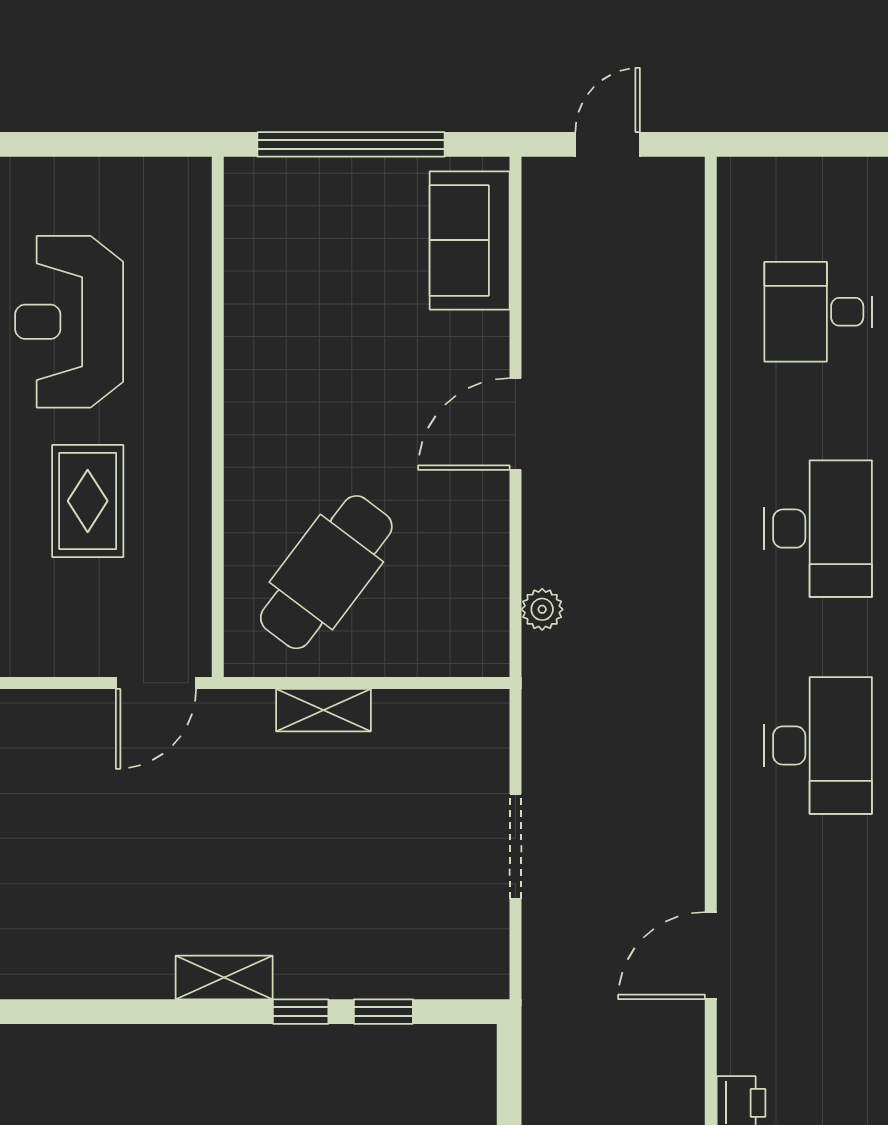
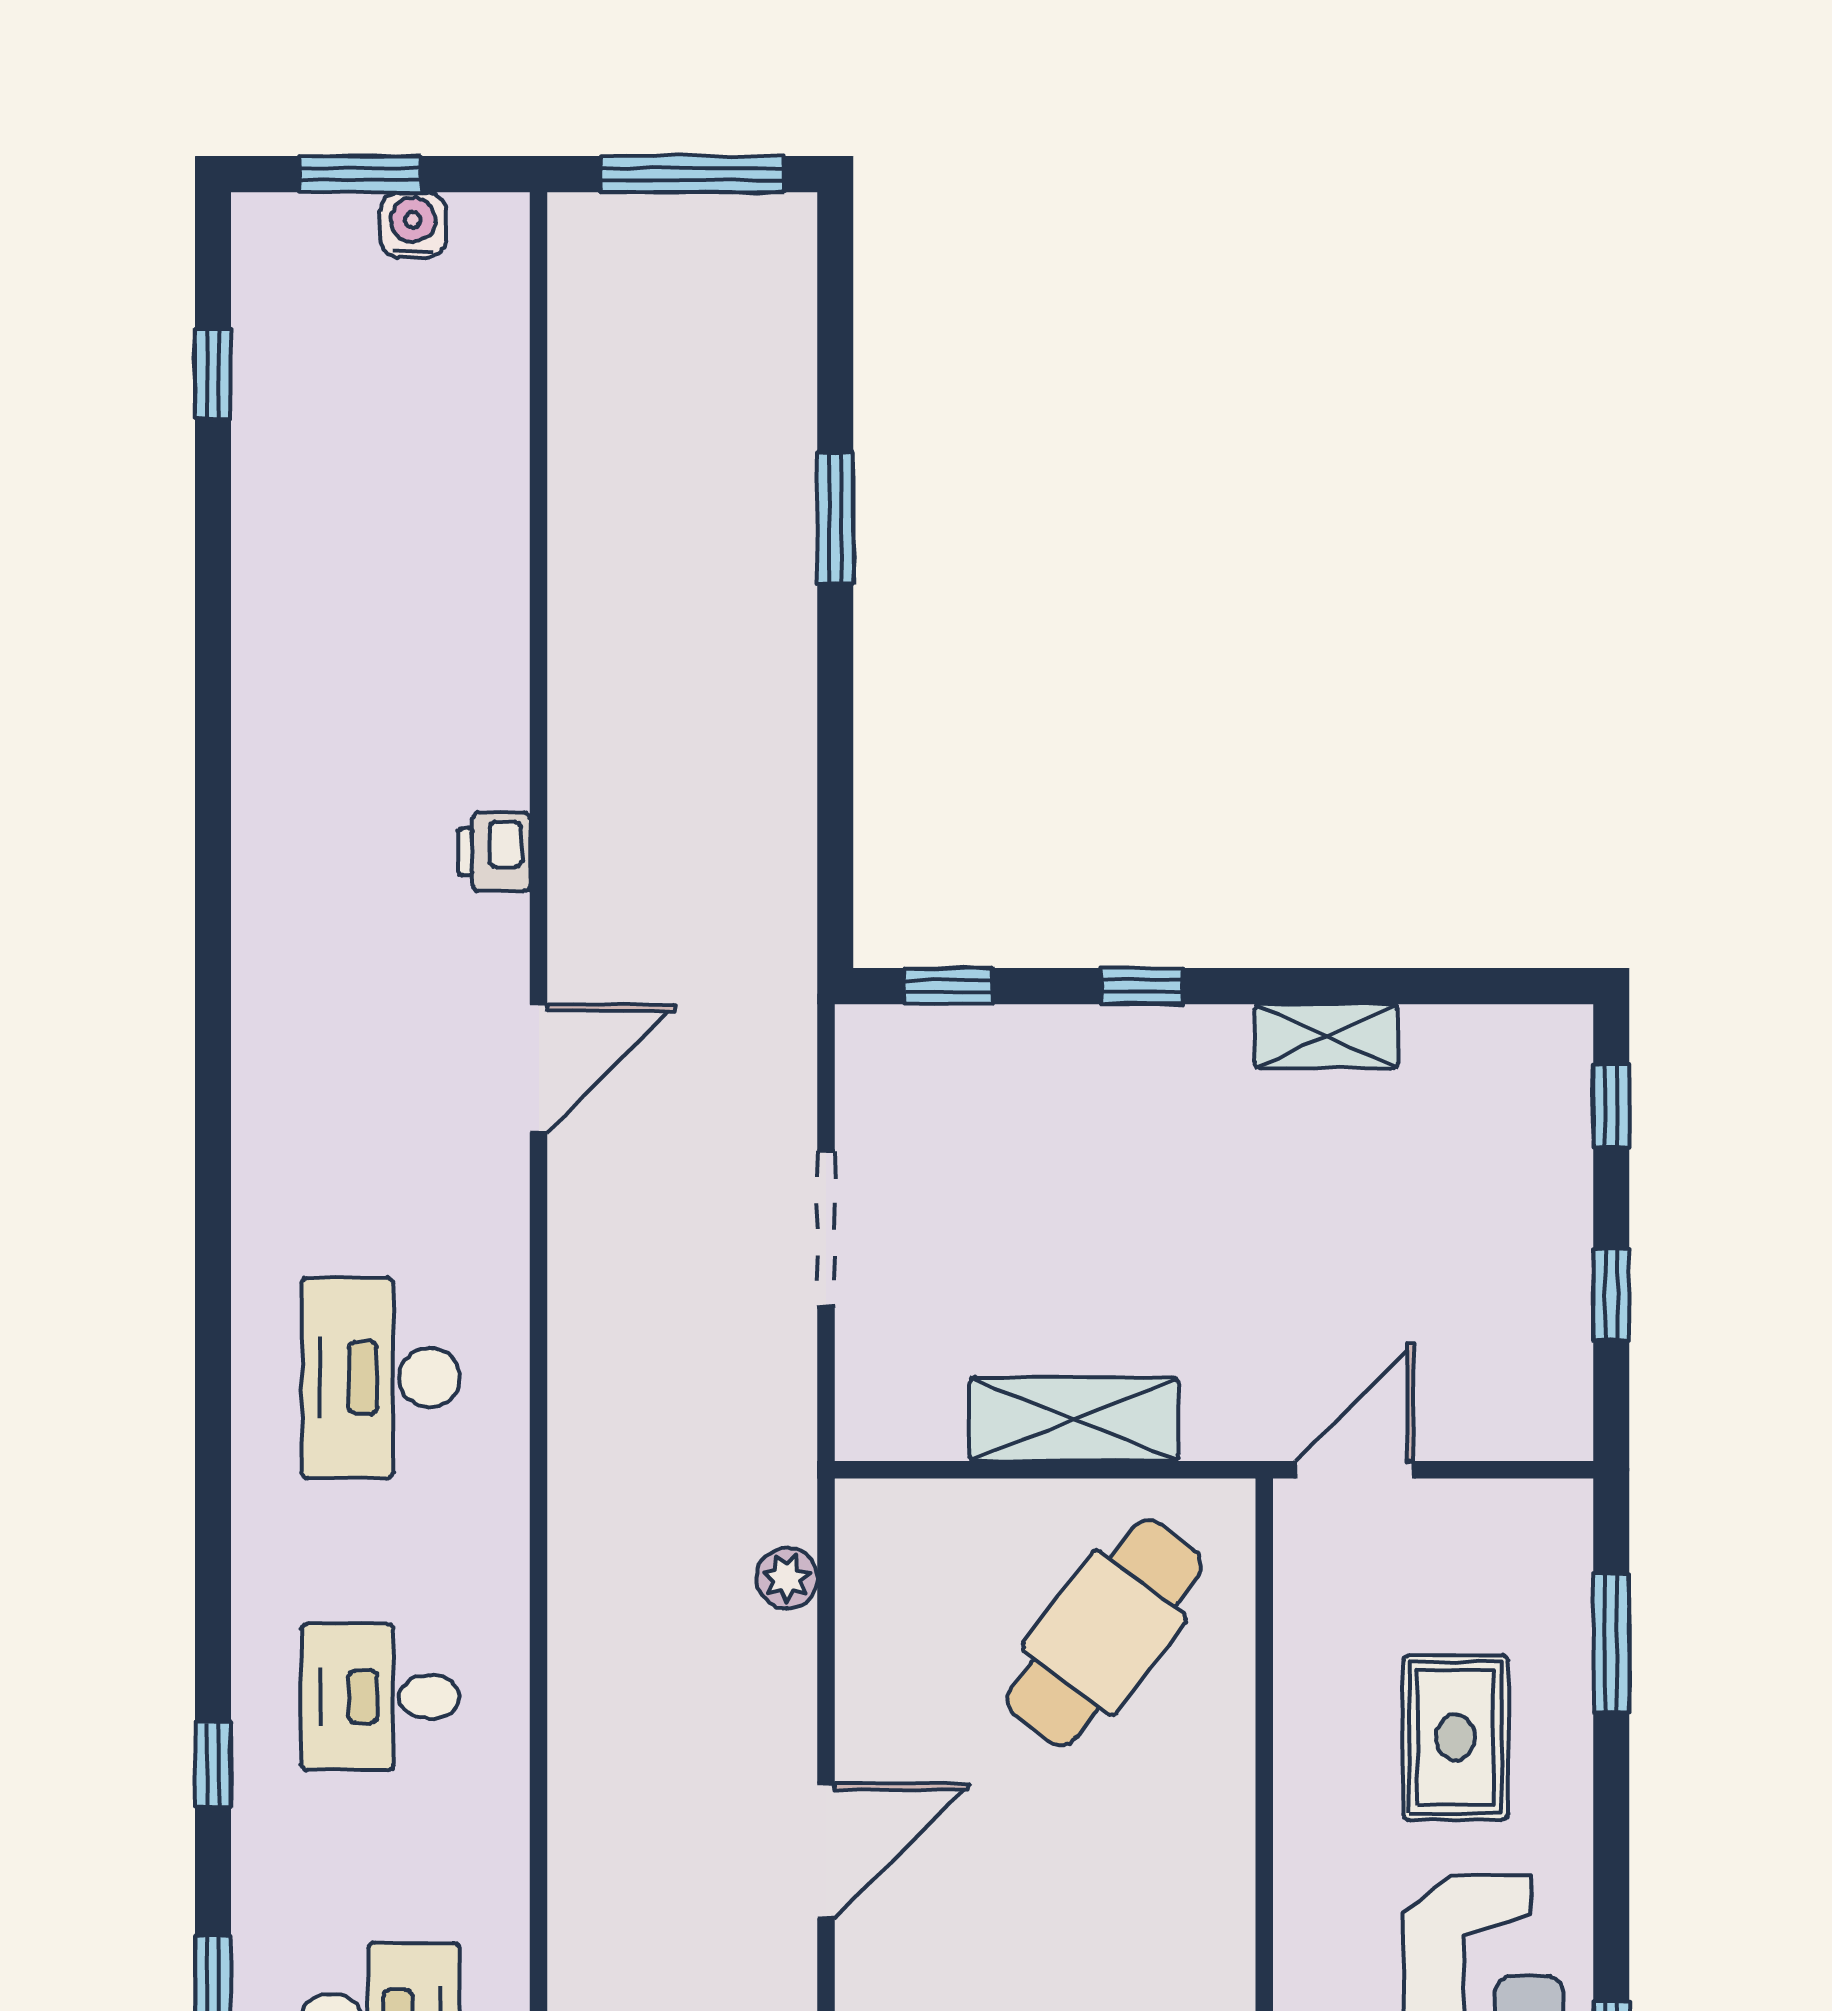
desk: (818, 529) -> (380, 1697), width x0.73
shelving: (323, 710) -> (1074, 1419), width x1.50, depth x1.33
shelving: (224, 977) -> (1326, 1036), moved
window: (383, 1012) -> (948, 986), moved

